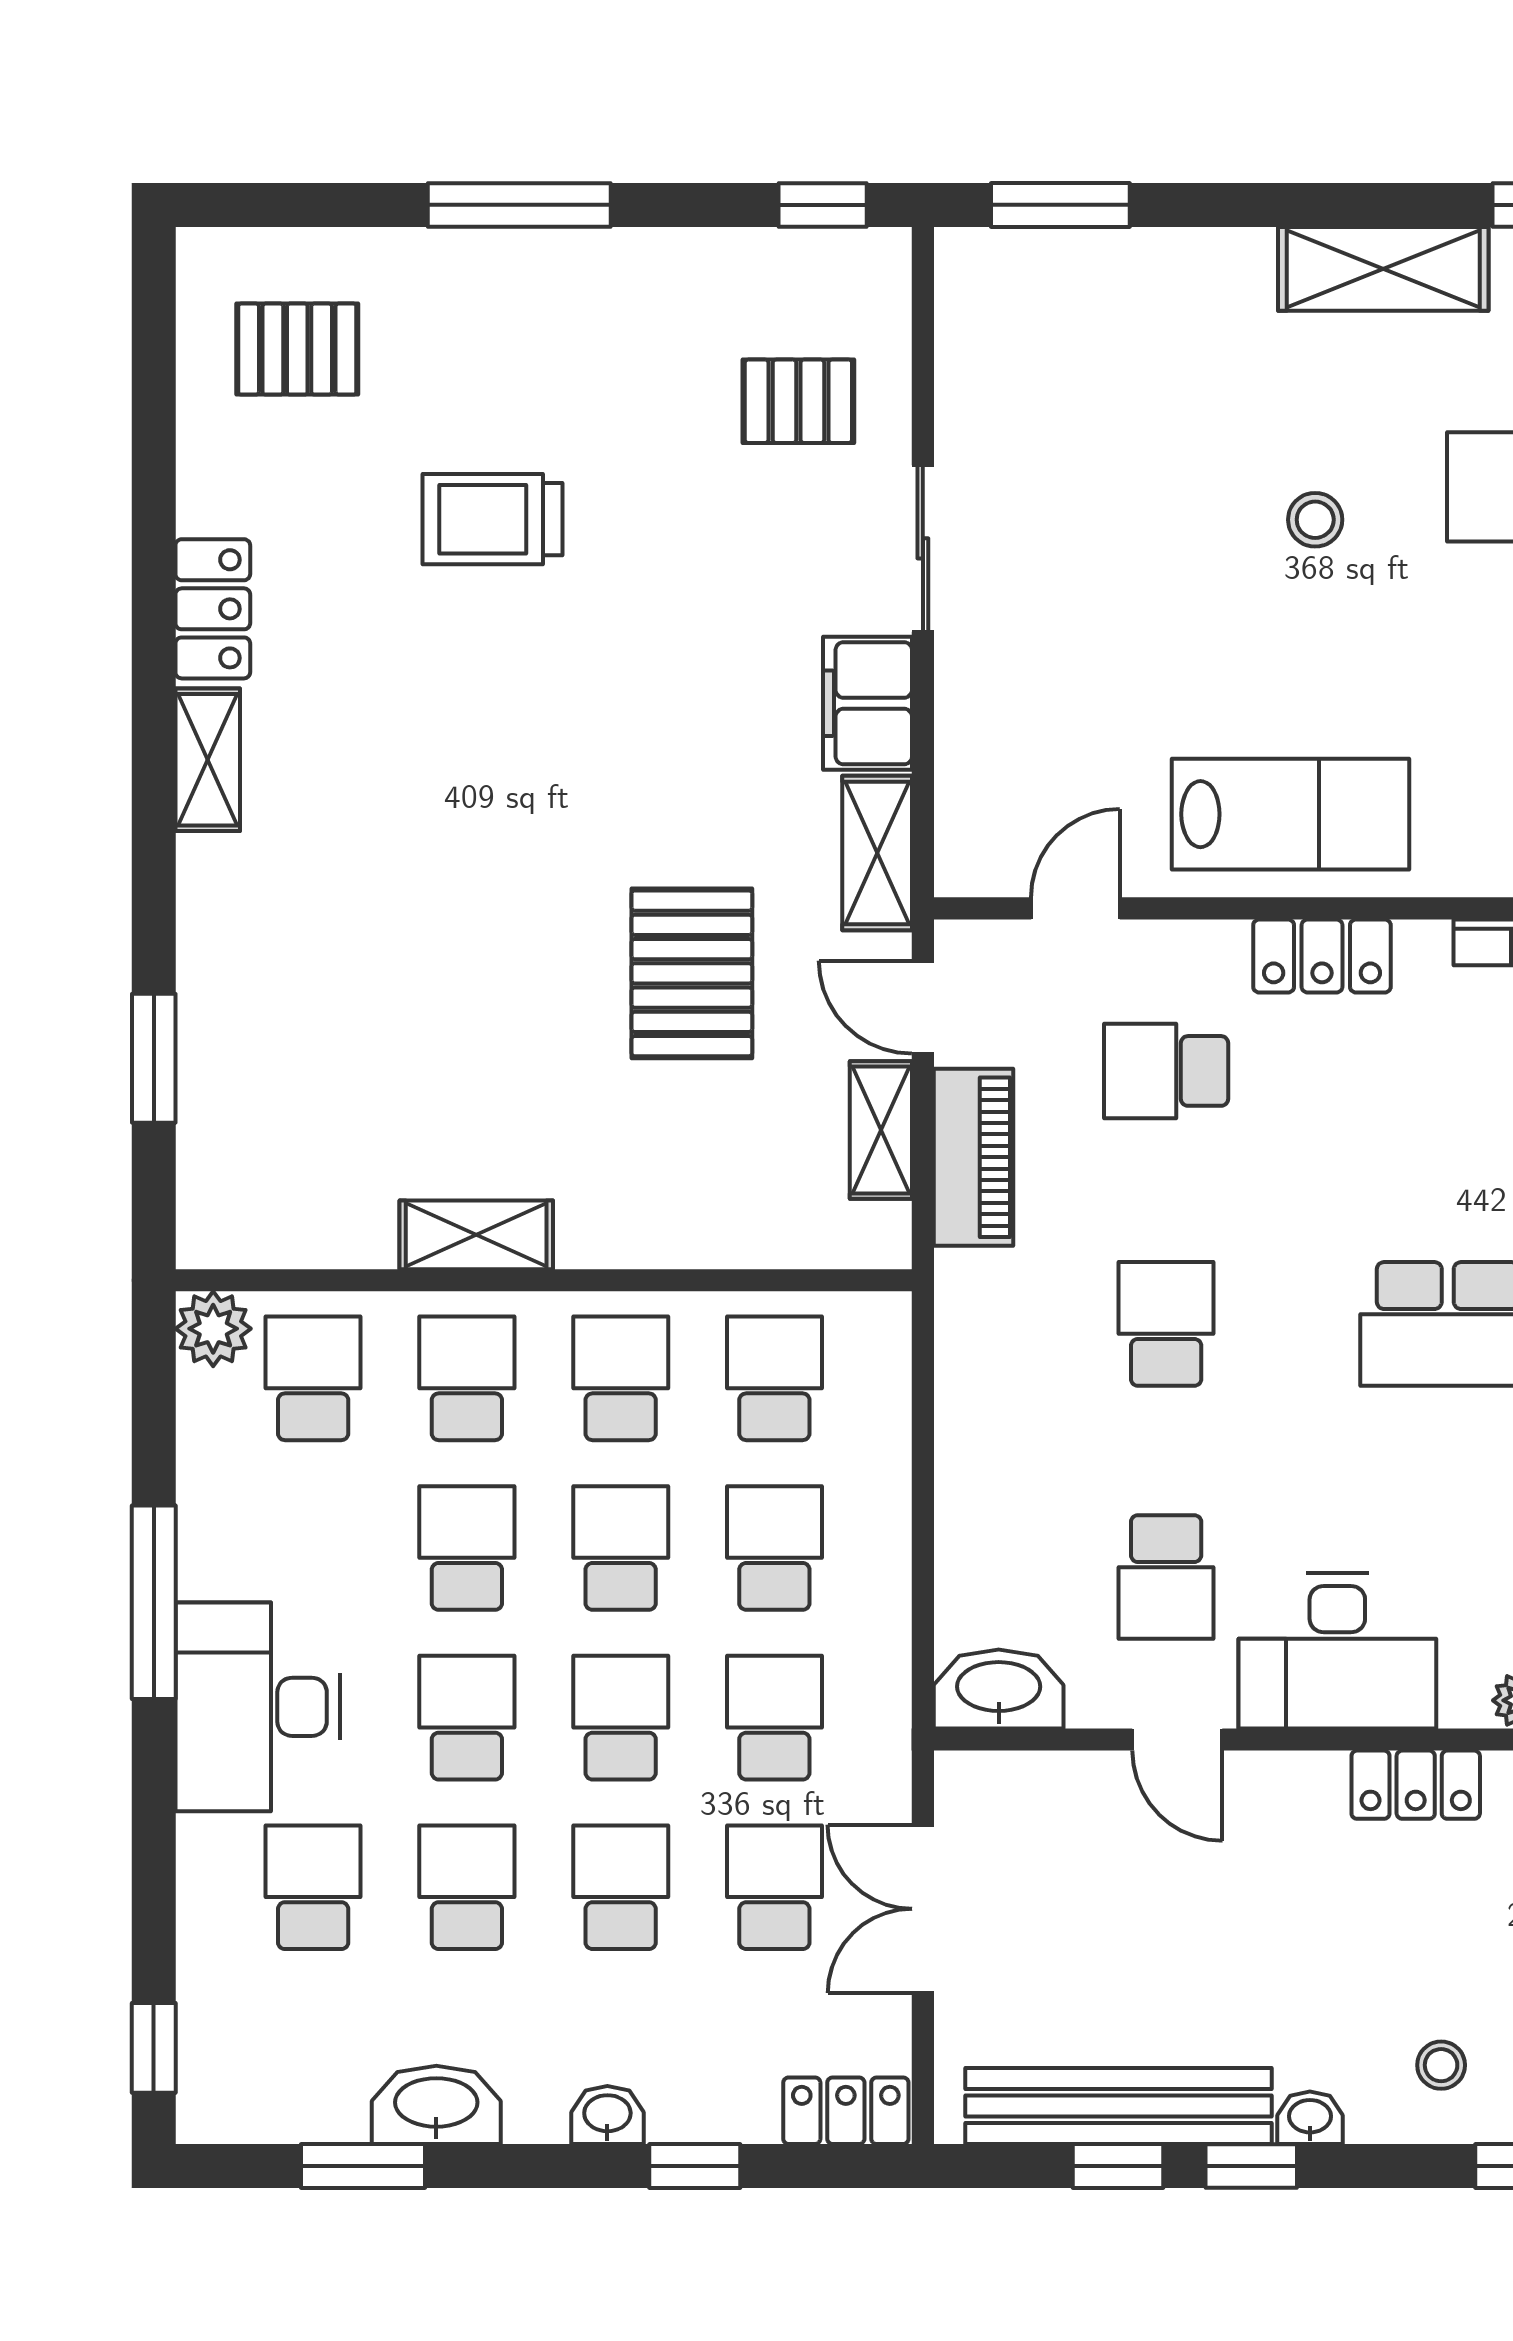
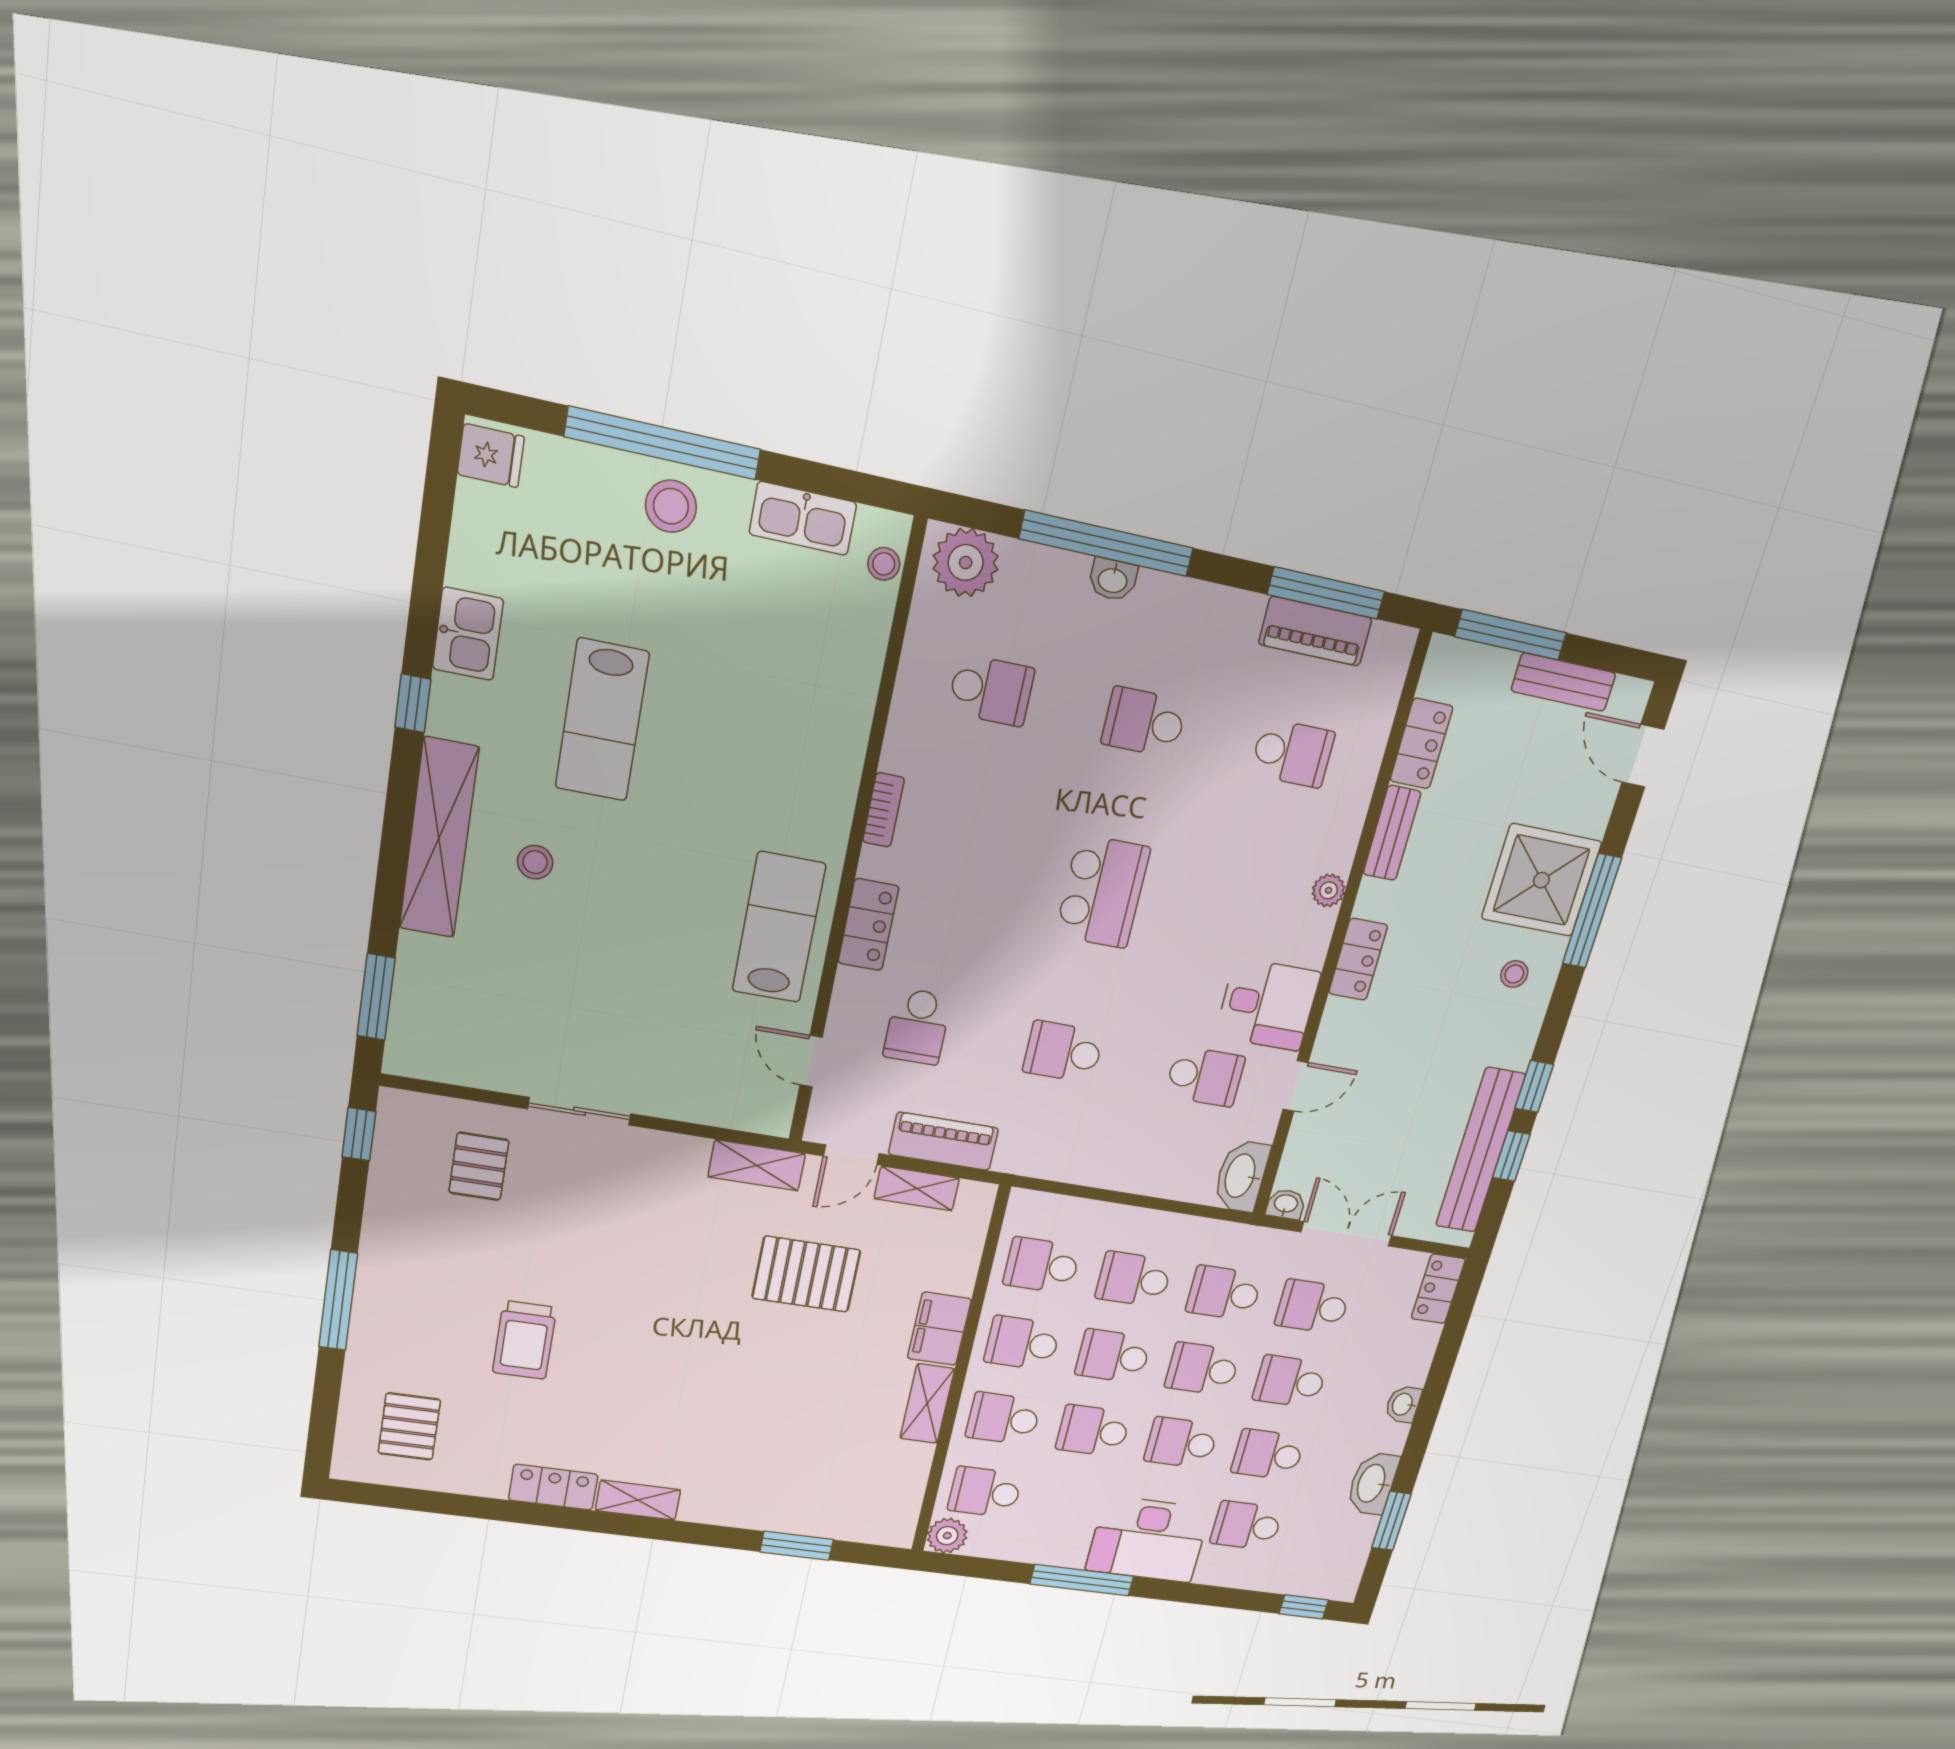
shelving: (1383, 269) -> (439, 838), width x1.47
stool: (1315, 520) -> (535, 862), moved
filing cabinet: (868, 703) -> (939, 1329), moved, turned 90
desk: (1337, 1651) -> (1268, 1004), width x0.73
double door: (923, 1909) -> (1346, 1234), swing flipped
washbasin: (1310, 2118) -> (1286, 1204), moved, turned 90
window: (695, 2166) -> (1442, 1366), removed

